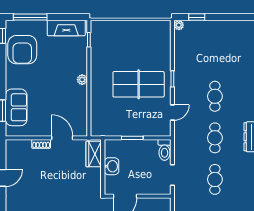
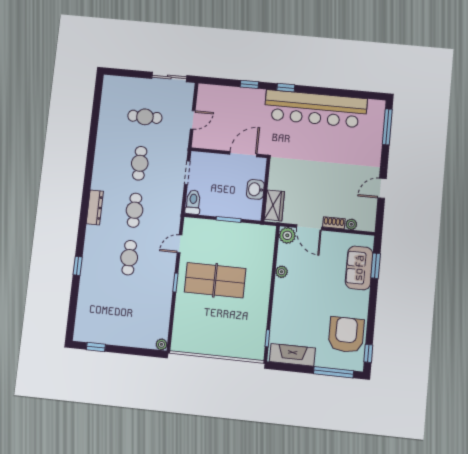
window: (197, 17) -> (96, 347), moved
plant: (82, 80) -> (282, 272), moved
plant: (80, 129) -> (287, 235), added
plant: (26, 144) -> (351, 224), added

